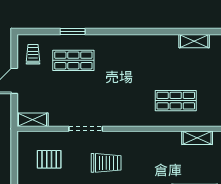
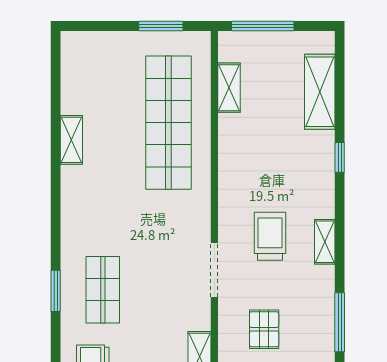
shelving: (194, 41) -> (71, 140), moved
shop shelf: (176, 101) -> (168, 123), width x2.00, depth x1.36

